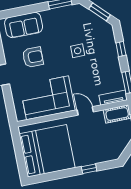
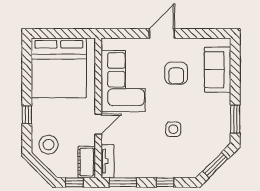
stool: (109, 147) -> (48, 145), added

